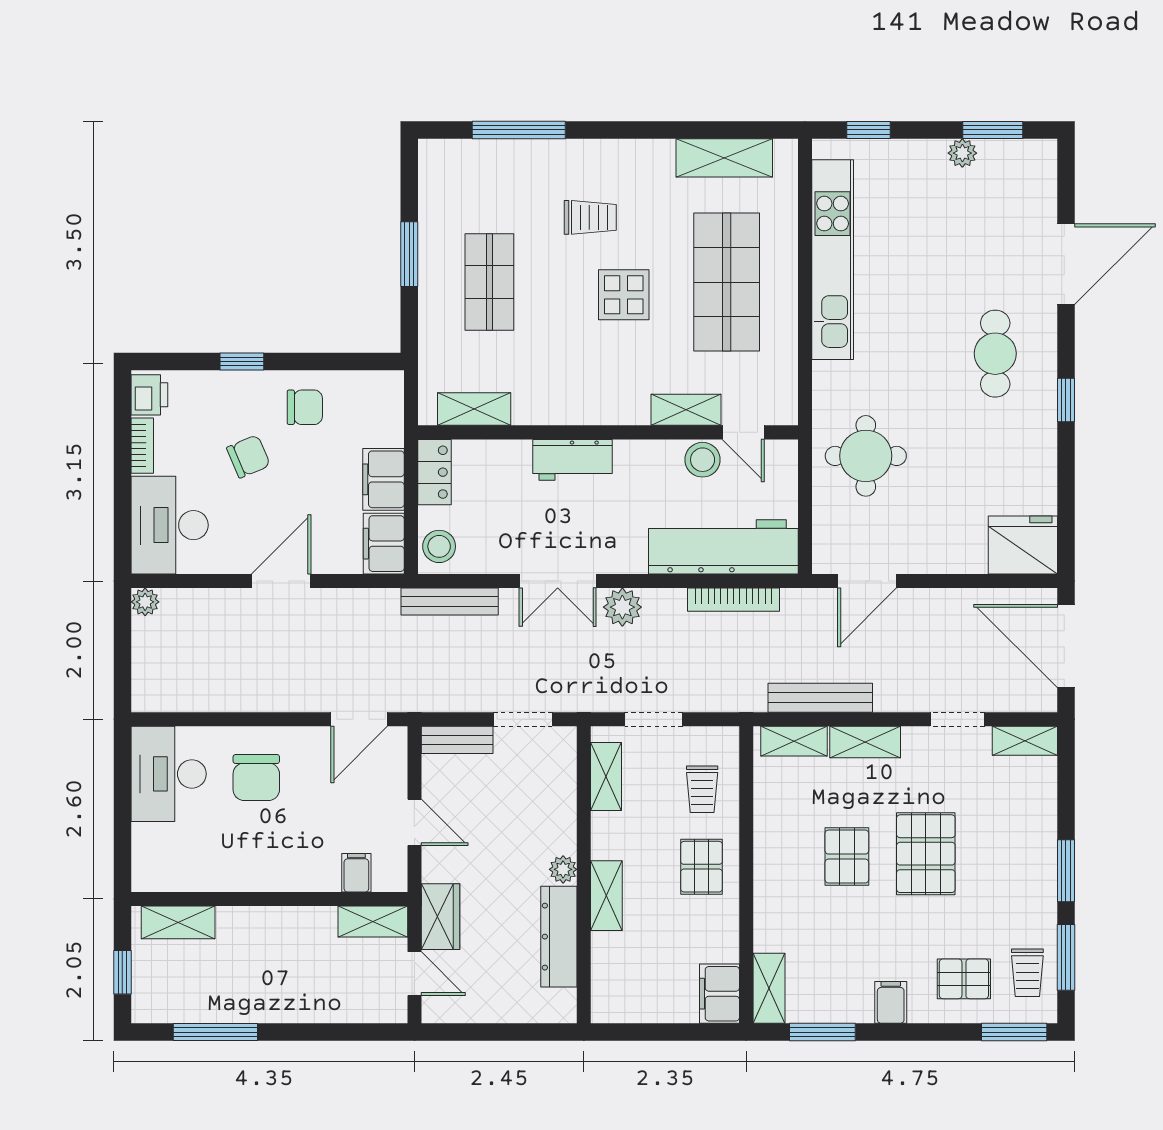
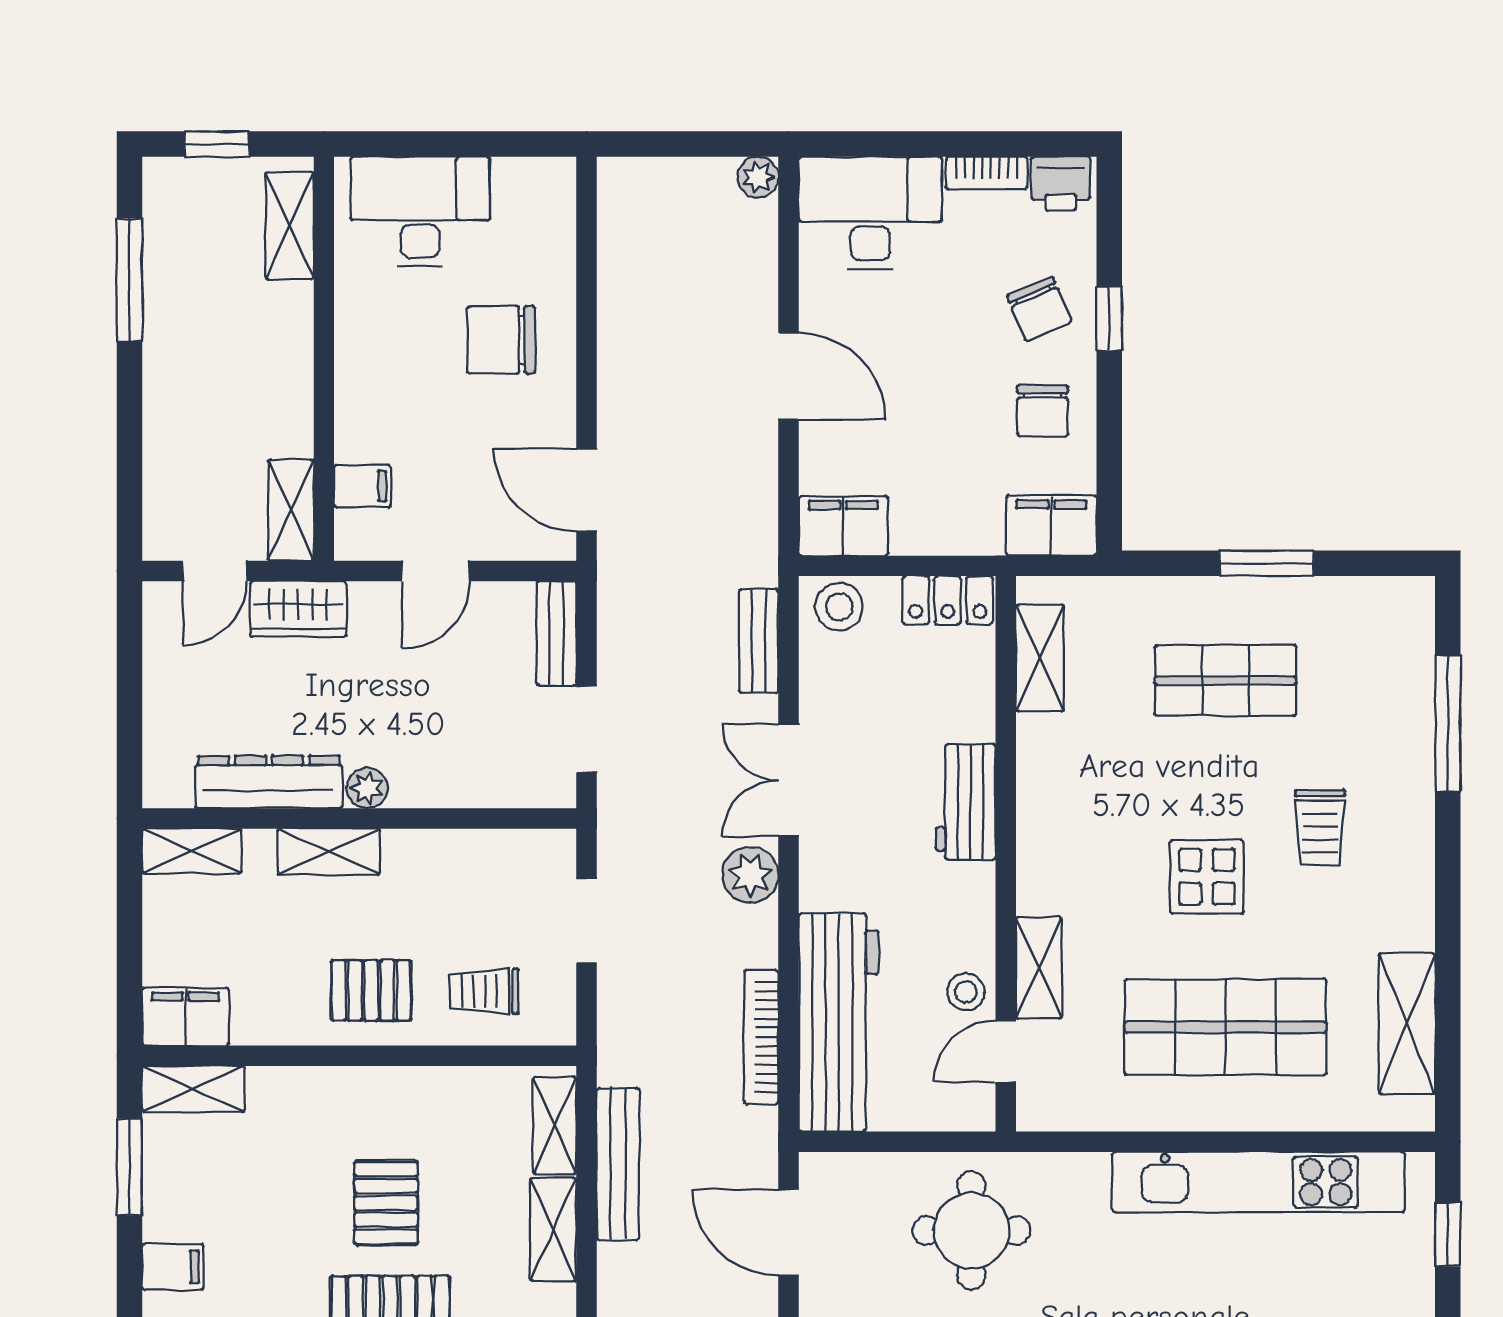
chair: (248, 456) -> (1039, 309), moved
stool: (703, 460) -> (966, 992), width x0.73, depth x0.73
filing cabinet: (383, 479) -> (1051, 526), moved
bench: (450, 602) -> (759, 641), width x0.73
desk: (169, 774) -> (420, 212), moved
shelving: (606, 776) -> (192, 851), moved
pallet: (847, 857) -> (386, 1203), turned 90

